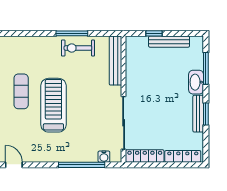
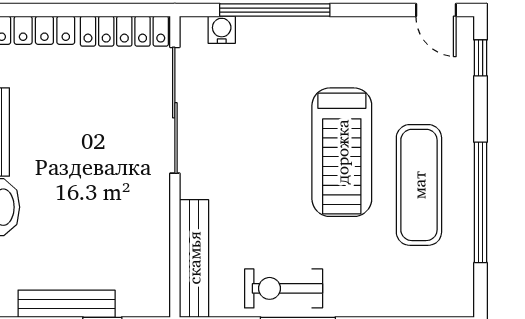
exercise bike: (78, 48) -> (284, 288), turned 180
exercise mat: (21, 91) -> (419, 185), width x1.36, depth x1.45

